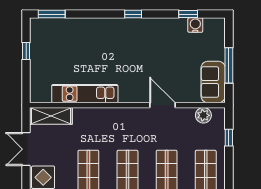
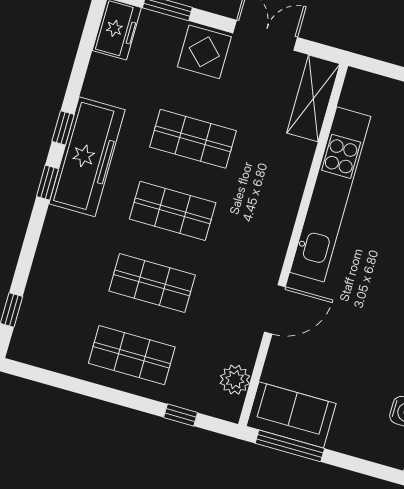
window: (229, 65) -> (290, 446), moved
kitchen unit: (85, 94) -> (330, 194), width x1.36

